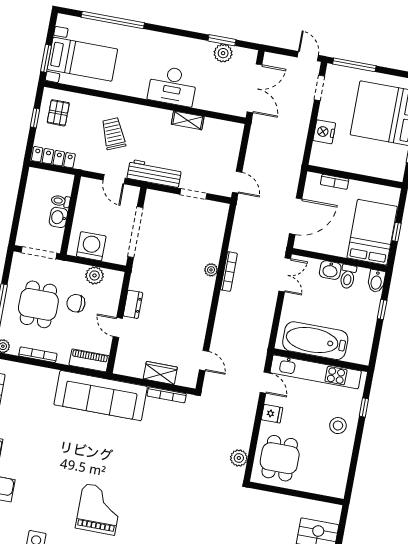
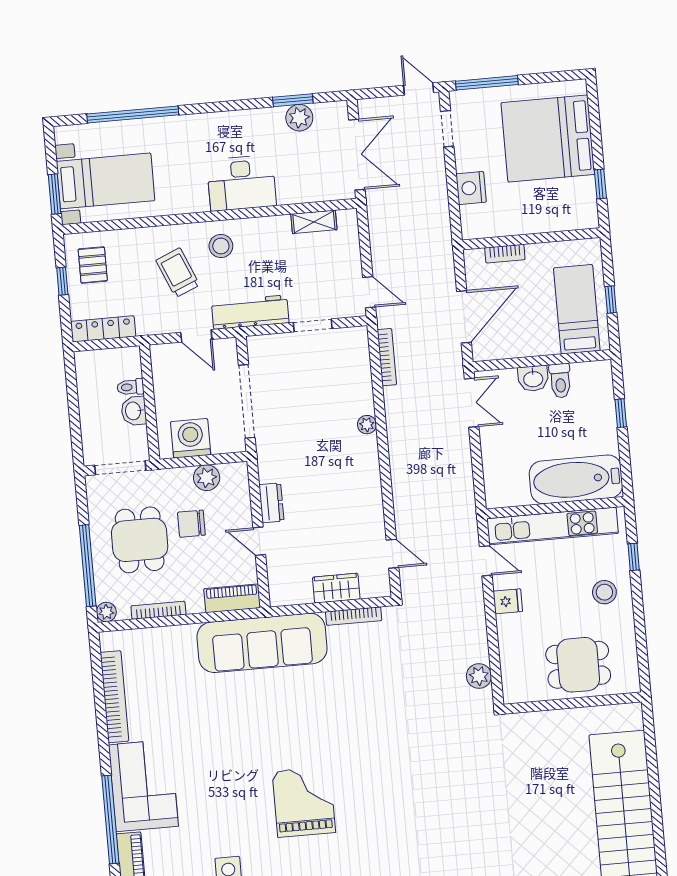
shelving: (188, 120) -> (314, 222), moved
stool: (147, 124) -> (221, 246), added
bed: (372, 232) -> (577, 309), width x0.67
bookcase: (229, 271) -> (387, 357), moved
bidet: (376, 281) -> (602, 376), removed
bathtub: (315, 341) -> (576, 479), moved
dining table: (280, 458) -> (578, 665), moved, turned 90

